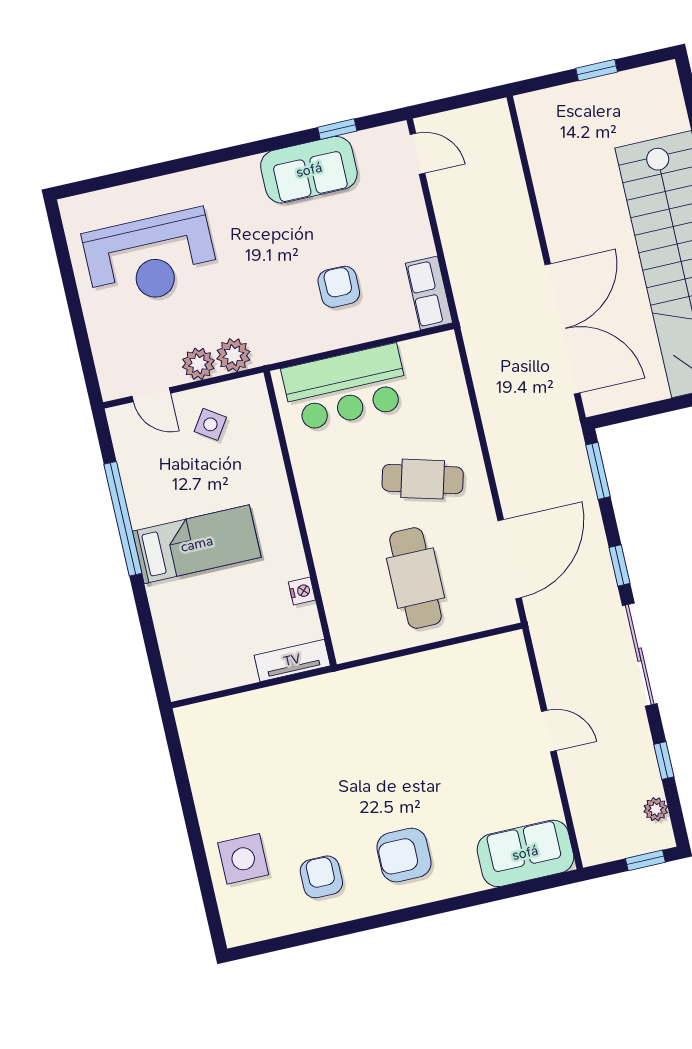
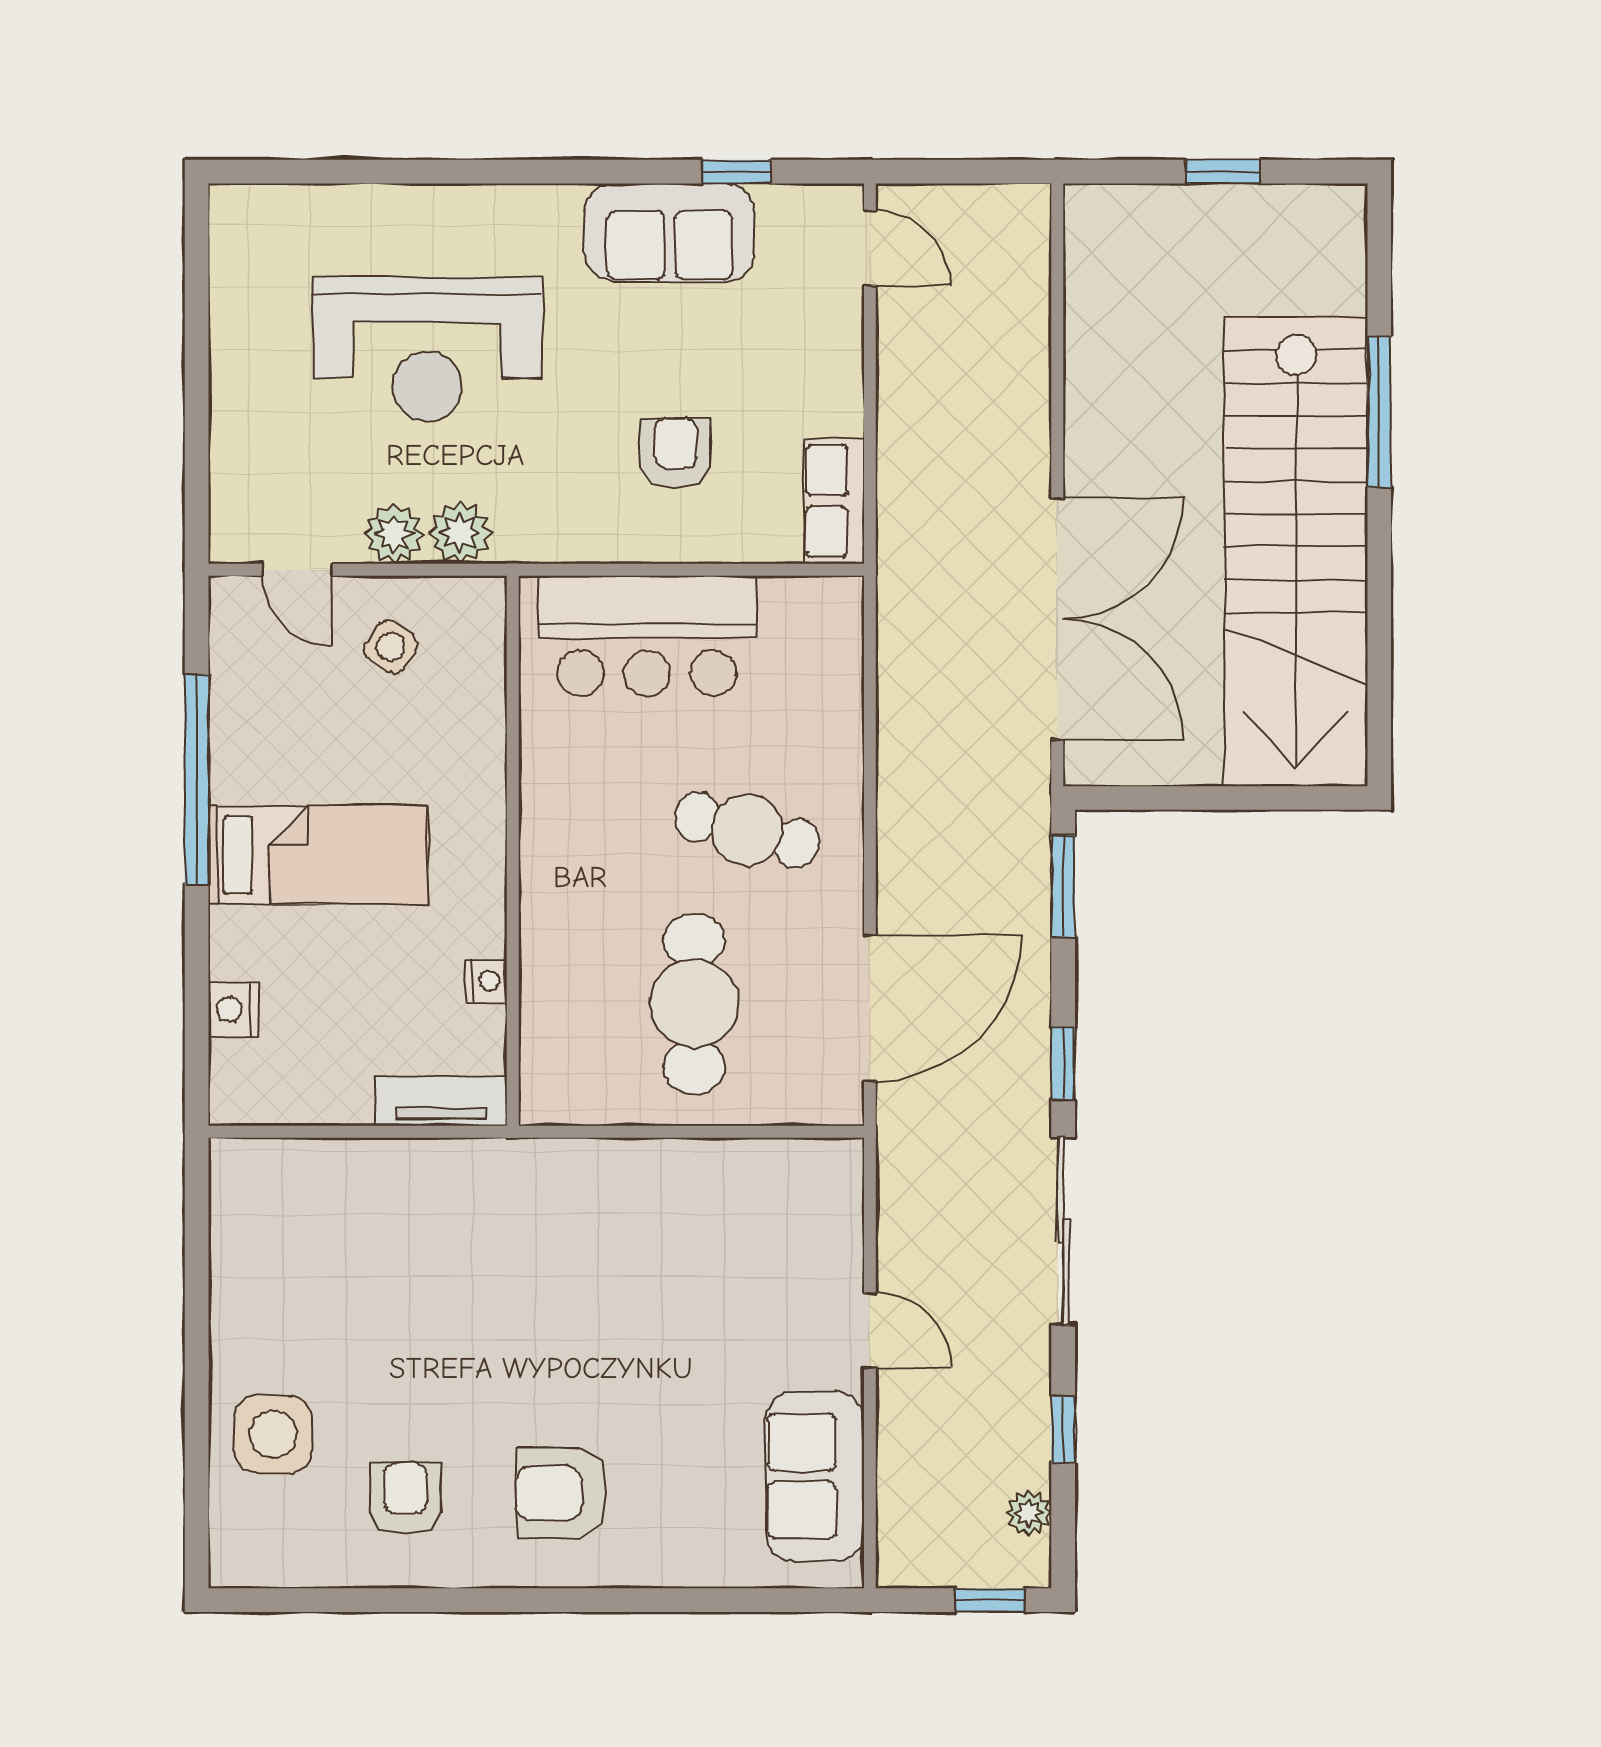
reception desk: (151, 258) -> (427, 349), moved
nightstand: (170, 637) -> (233, 1010), added
sofa: (525, 853) -> (815, 1476), moved, turned -90

